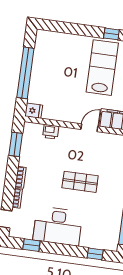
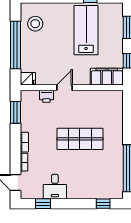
stool: (49, 53) -> (35, 24), added
door: (89, 128) -> (64, 88), moved
shop shelf: (80, 182) -> (80, 139), width x1.43, depth x1.36
desk: (58, 226) -> (55, 186), width x0.53, depth x0.77

